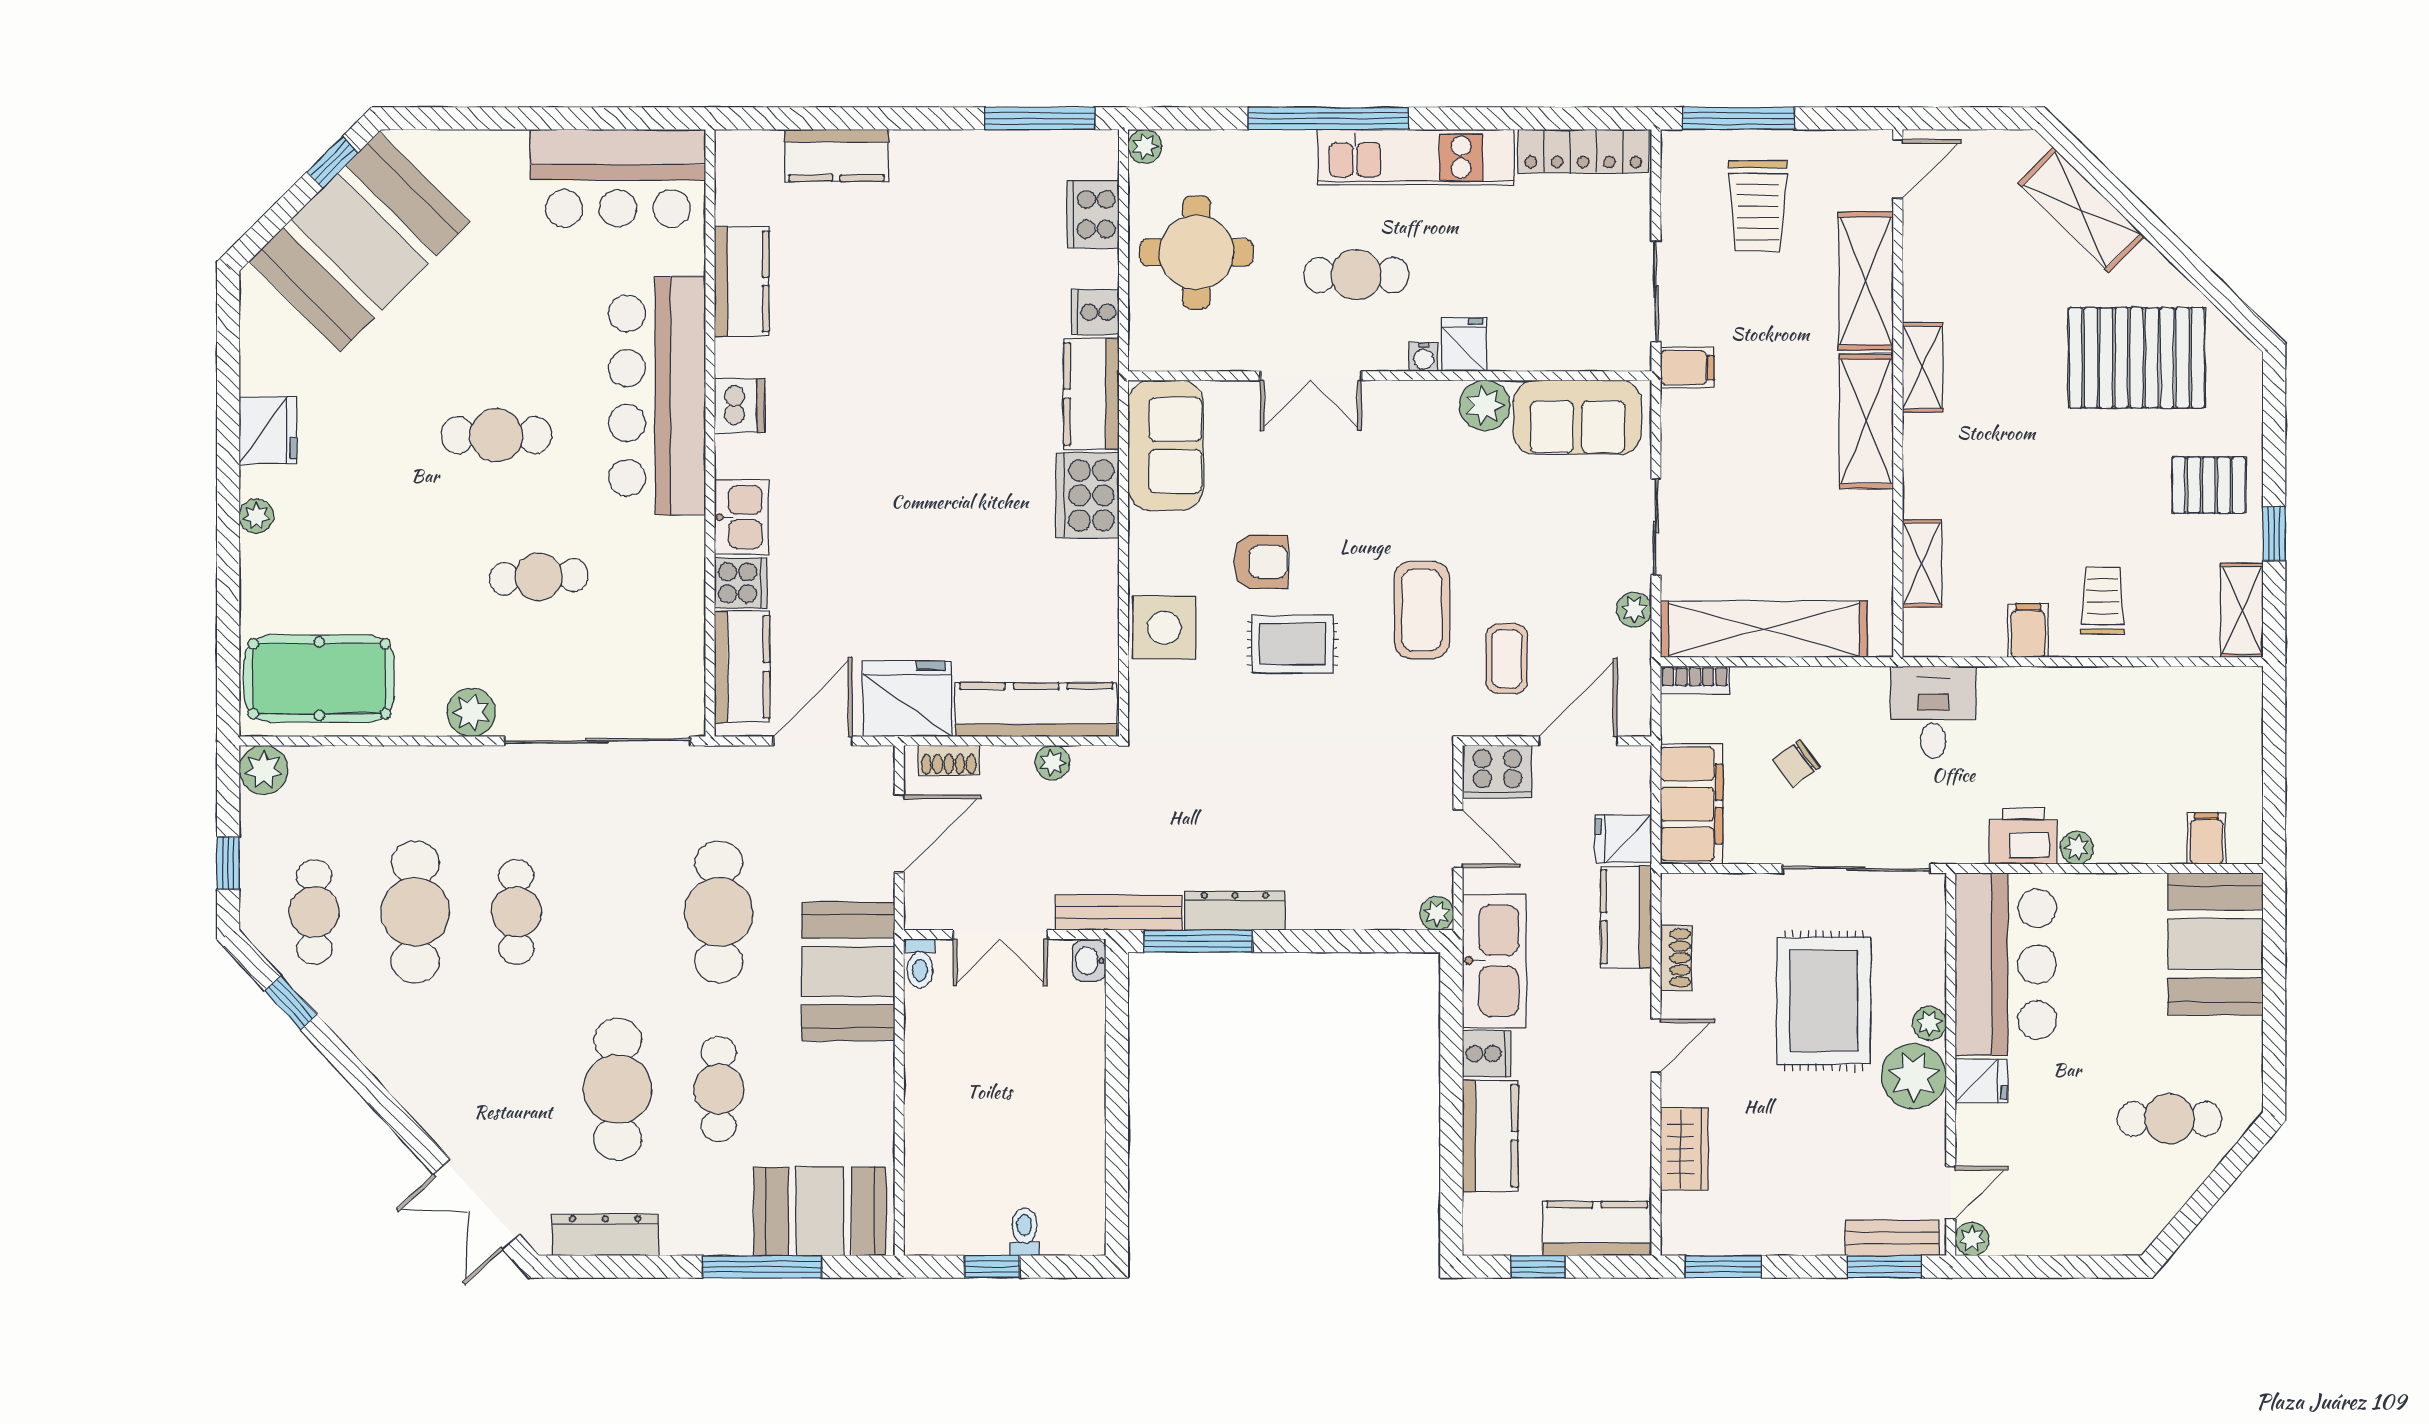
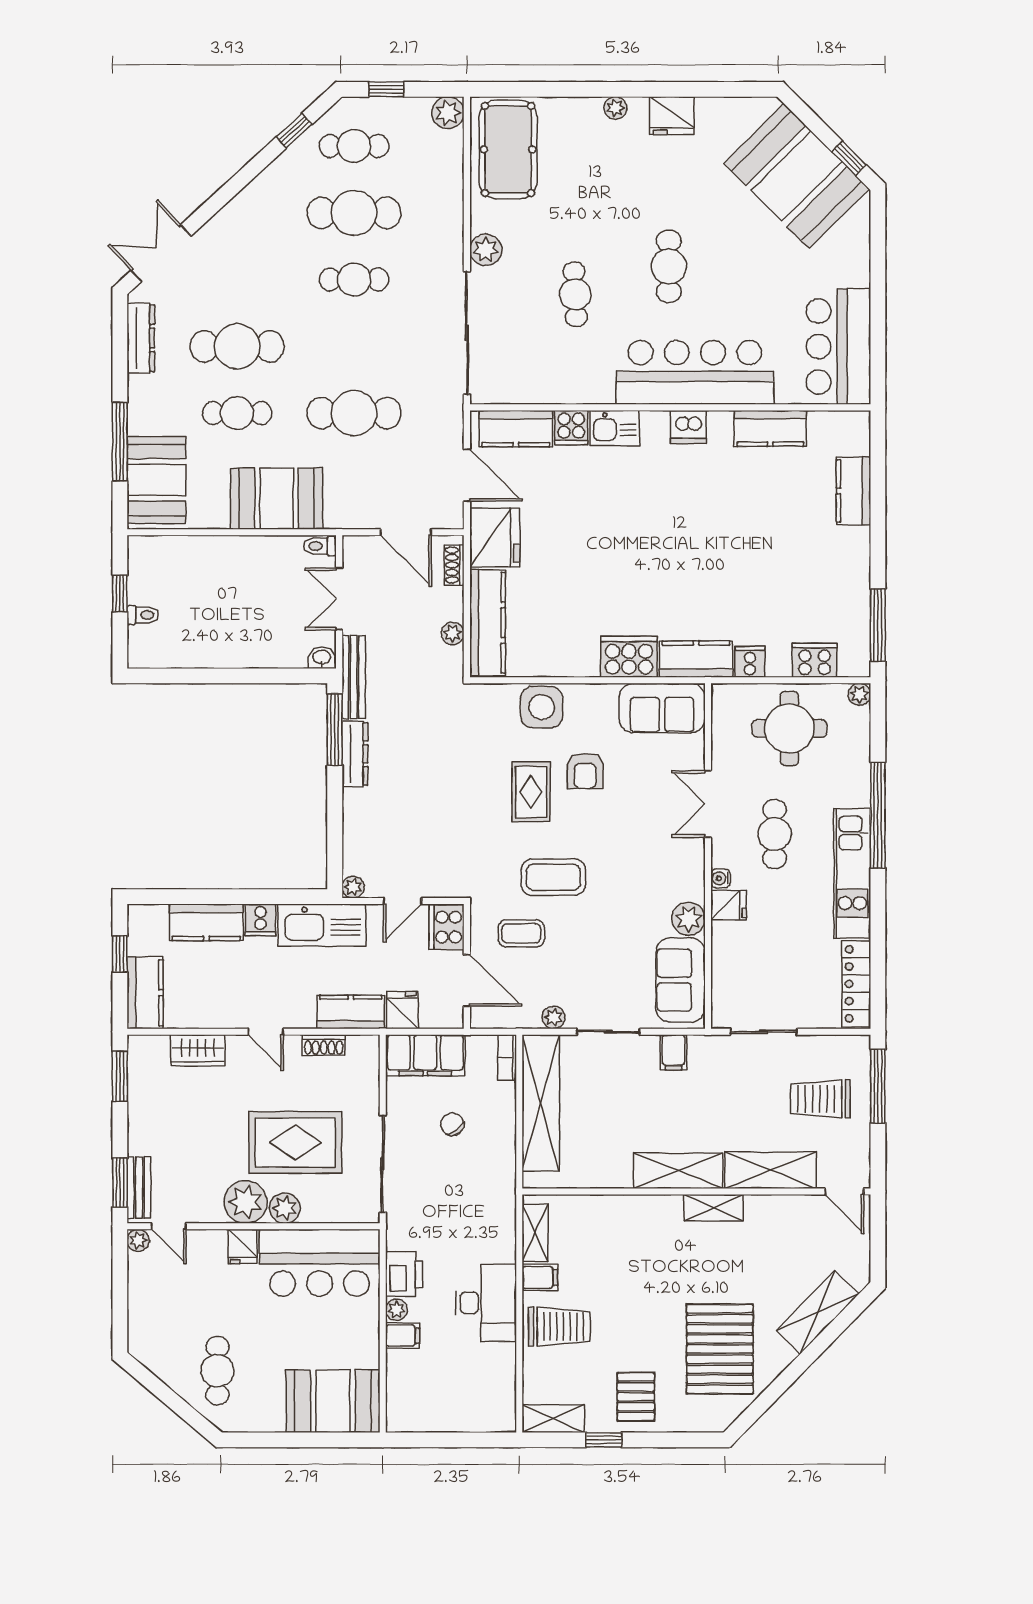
filing cabinet: (1687, 368) -> (674, 1052), moved
shelving: (1922, 563) -> (535, 1233), moved, turned 90
trolley: (2103, 601) -> (559, 1327), width x1.36, depth x1.39
desk: (1933, 712) -> (486, 1303), moved, width x1.37
filing cabinet: (2206, 838) -> (403, 1336), moved
booth: (848, 971) -> (277, 499), moved
plant: (1929, 1023) -> (285, 1208), width x1.38, depth x1.38

